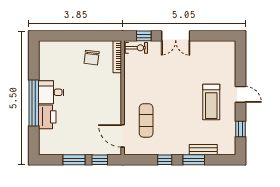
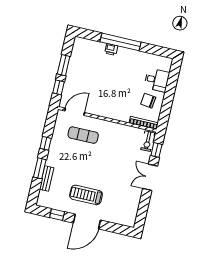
desk: (51, 92) -> (157, 80), moved, turned 90
door: (240, 94) -> (87, 221), width x1.88
printer: (47, 117) -> (111, 49), width x0.53, depth x0.68

